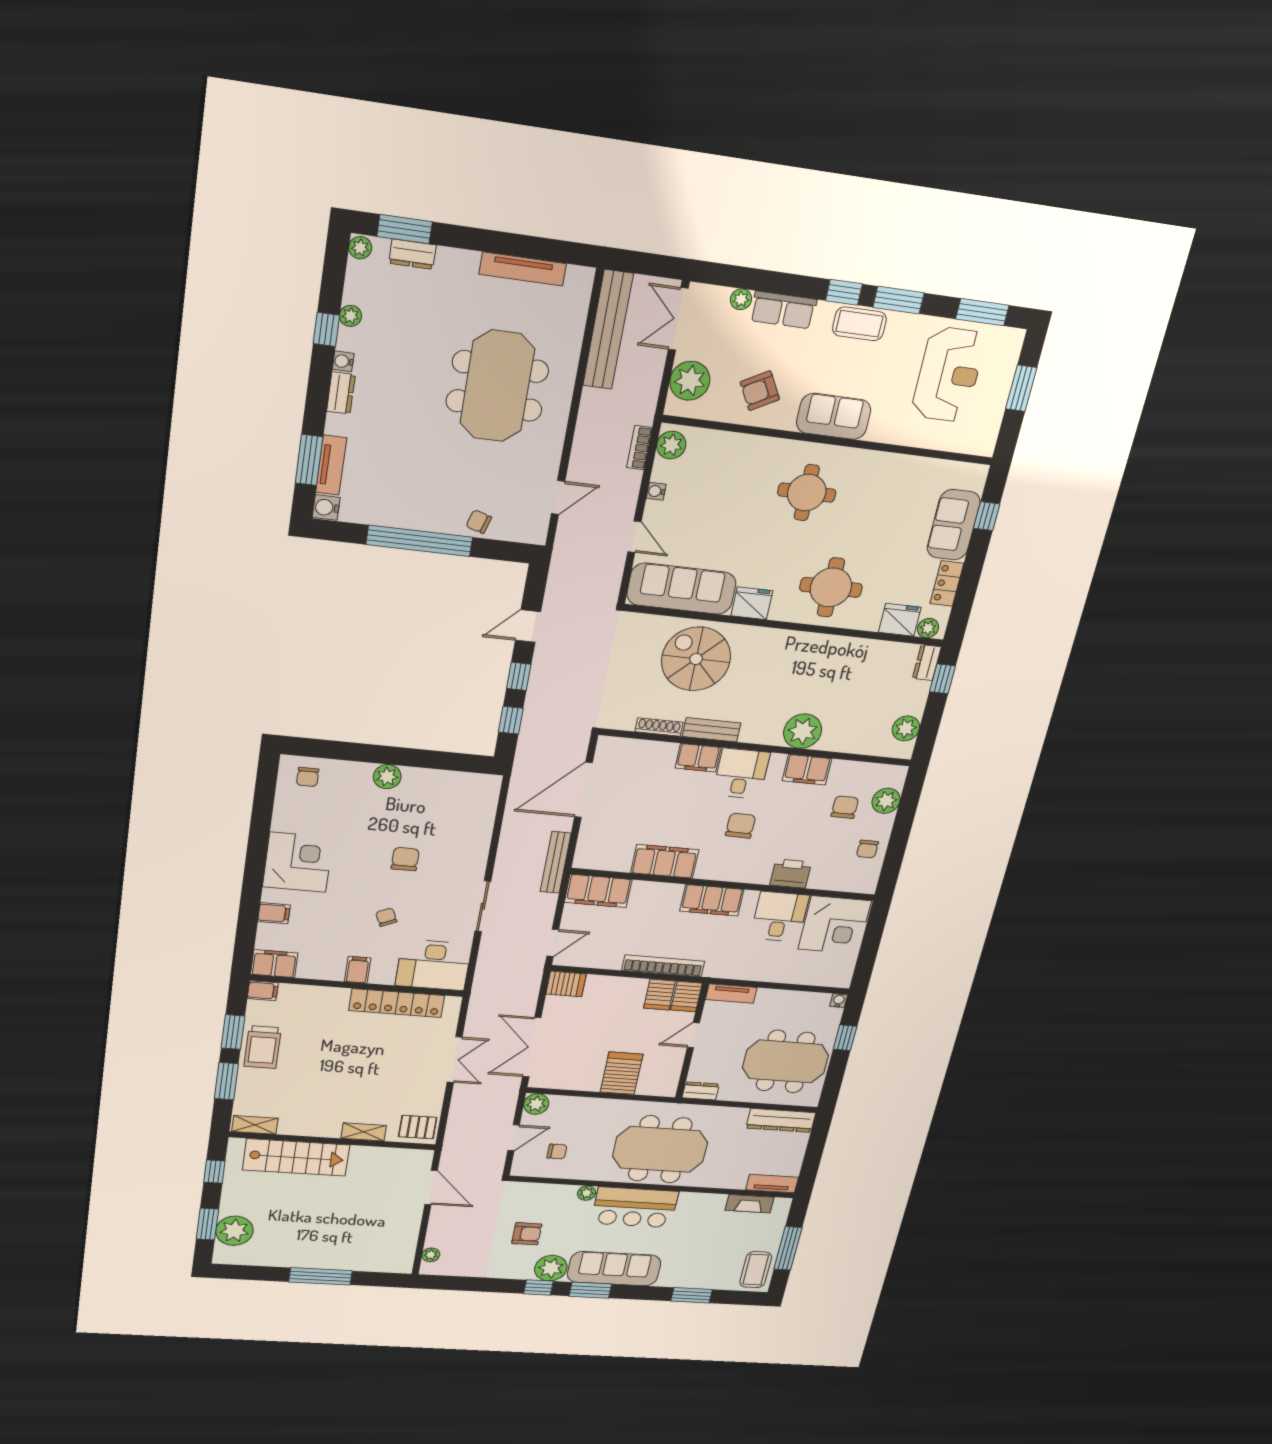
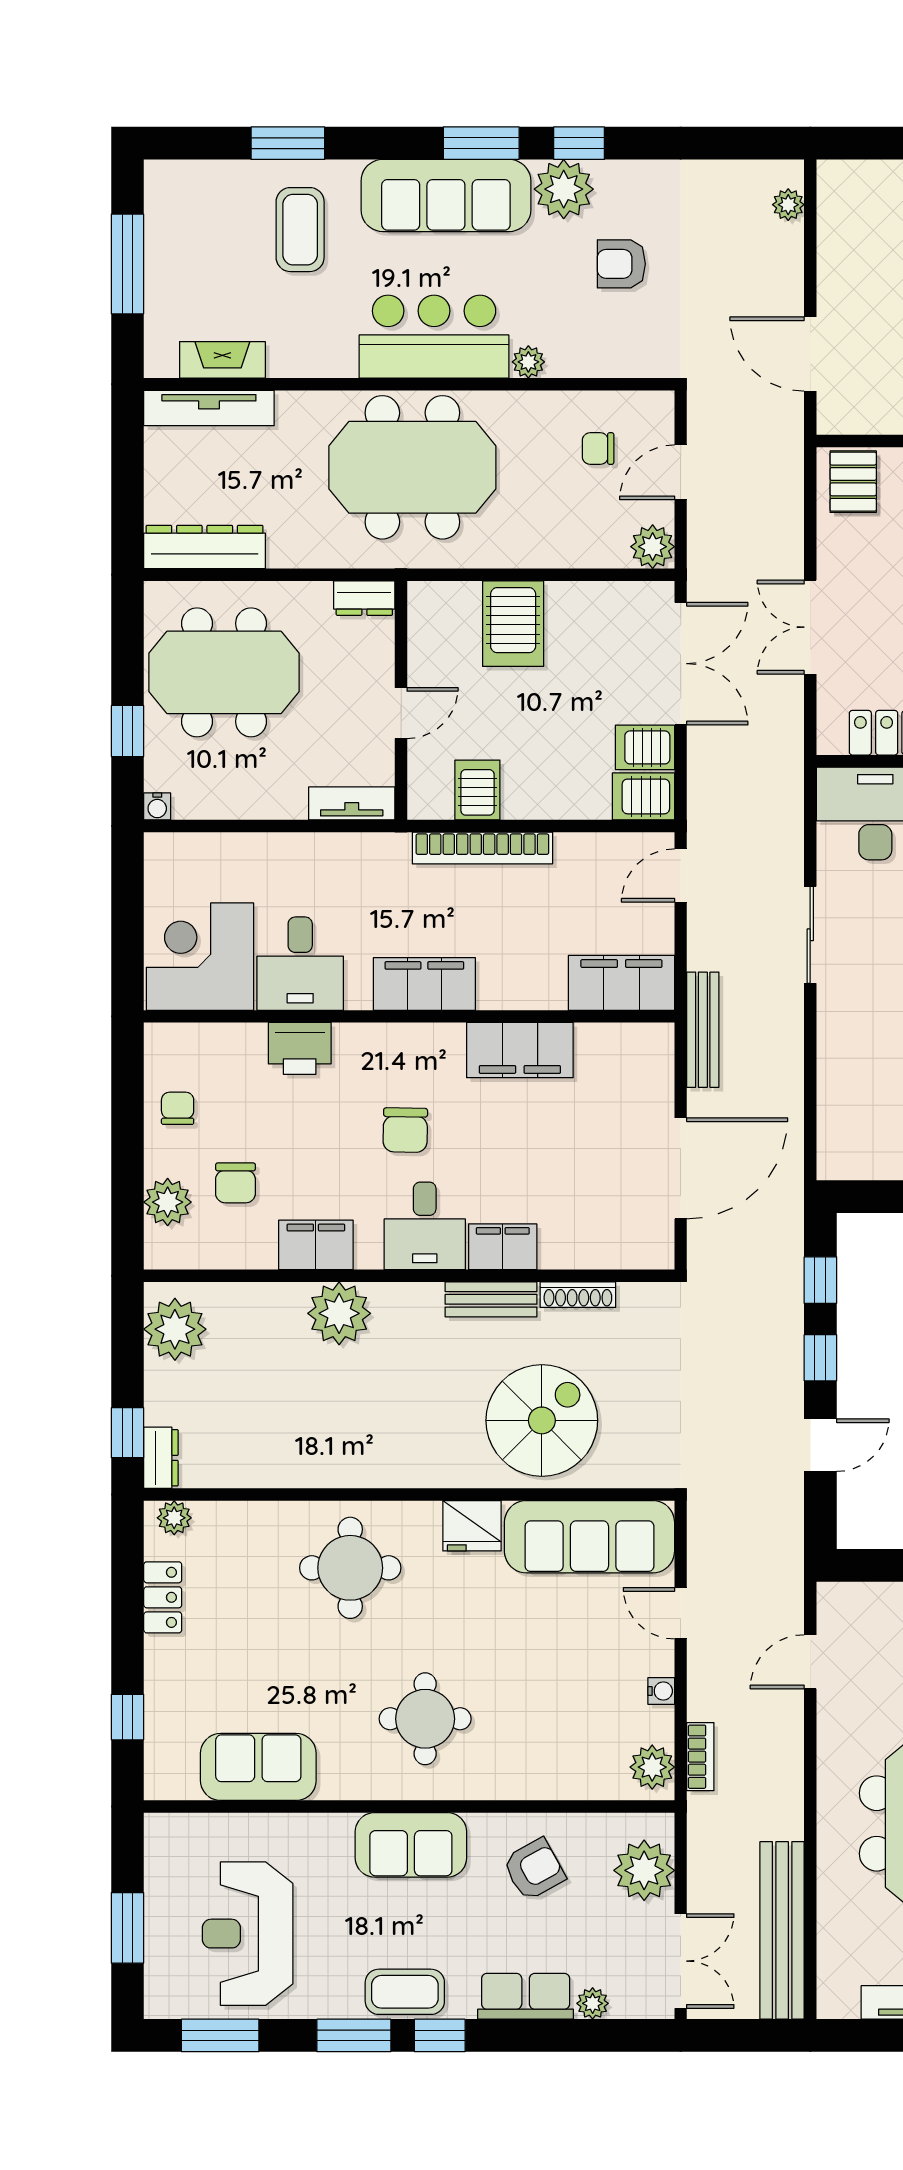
sofa: (954, 525) -> (258, 1767), moved, turned -90
fridge: (900, 620) -> (225, 1526), removed
spiral stairs: (696, 659) -> (542, 1420), turned -90
plant: (906, 728) -> (175, 1329), width x1.36, depth x1.36
server rack: (686, 997) -> (645, 747), moved, turned -90
pallet: (418, 1127) -> (853, 482), turned 90
tv unit: (772, 1183) -> (209, 408), width x1.41
coffee table: (756, 1270) -> (300, 230), moved

